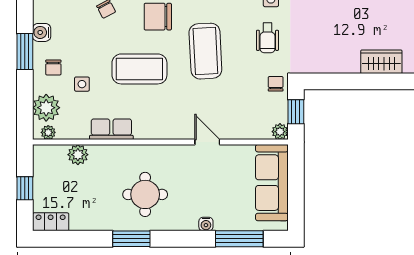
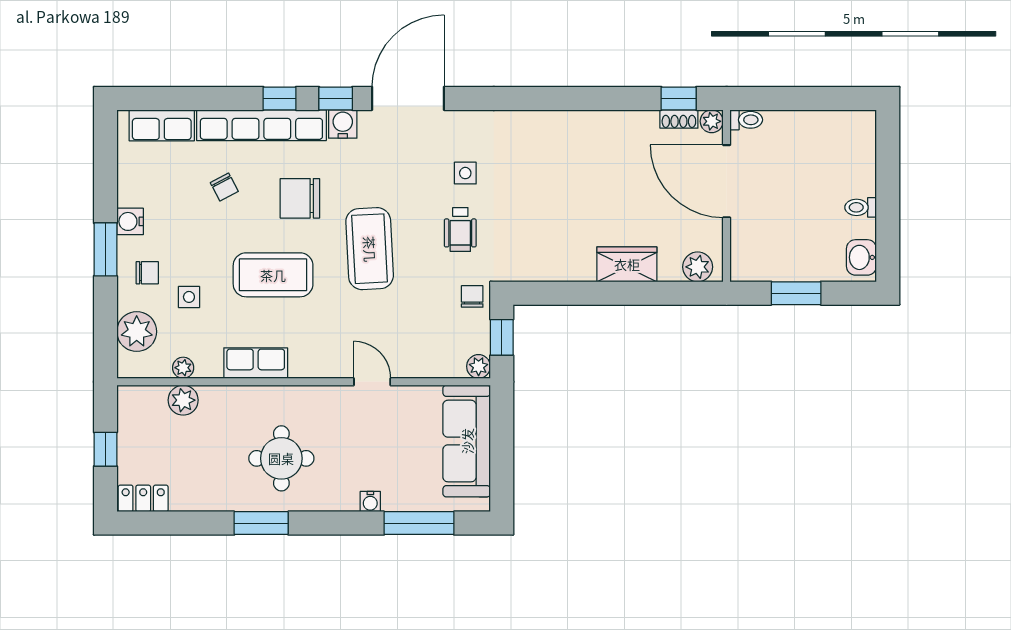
chair: (53, 68) -> (147, 273), turned -90
row of seats: (111, 129) -> (256, 363), moved
plant: (48, 132) -> (183, 368), moved

